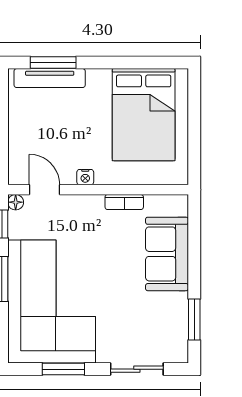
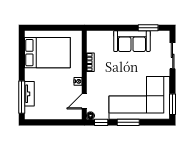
window: (53, 63) -> (22, 97), width x1.44
tv unit: (50, 78) -> (29, 94), width x0.71
sofa: (167, 254) -> (132, 41), moved
window: (63, 369) -> (173, 104), moved

